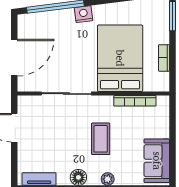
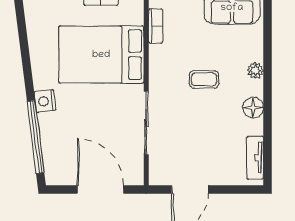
bookcase: (135, 101) -> (156, 26), width x0.64
coffee table: (101, 139) -> (204, 79), width x0.73, depth x0.77

